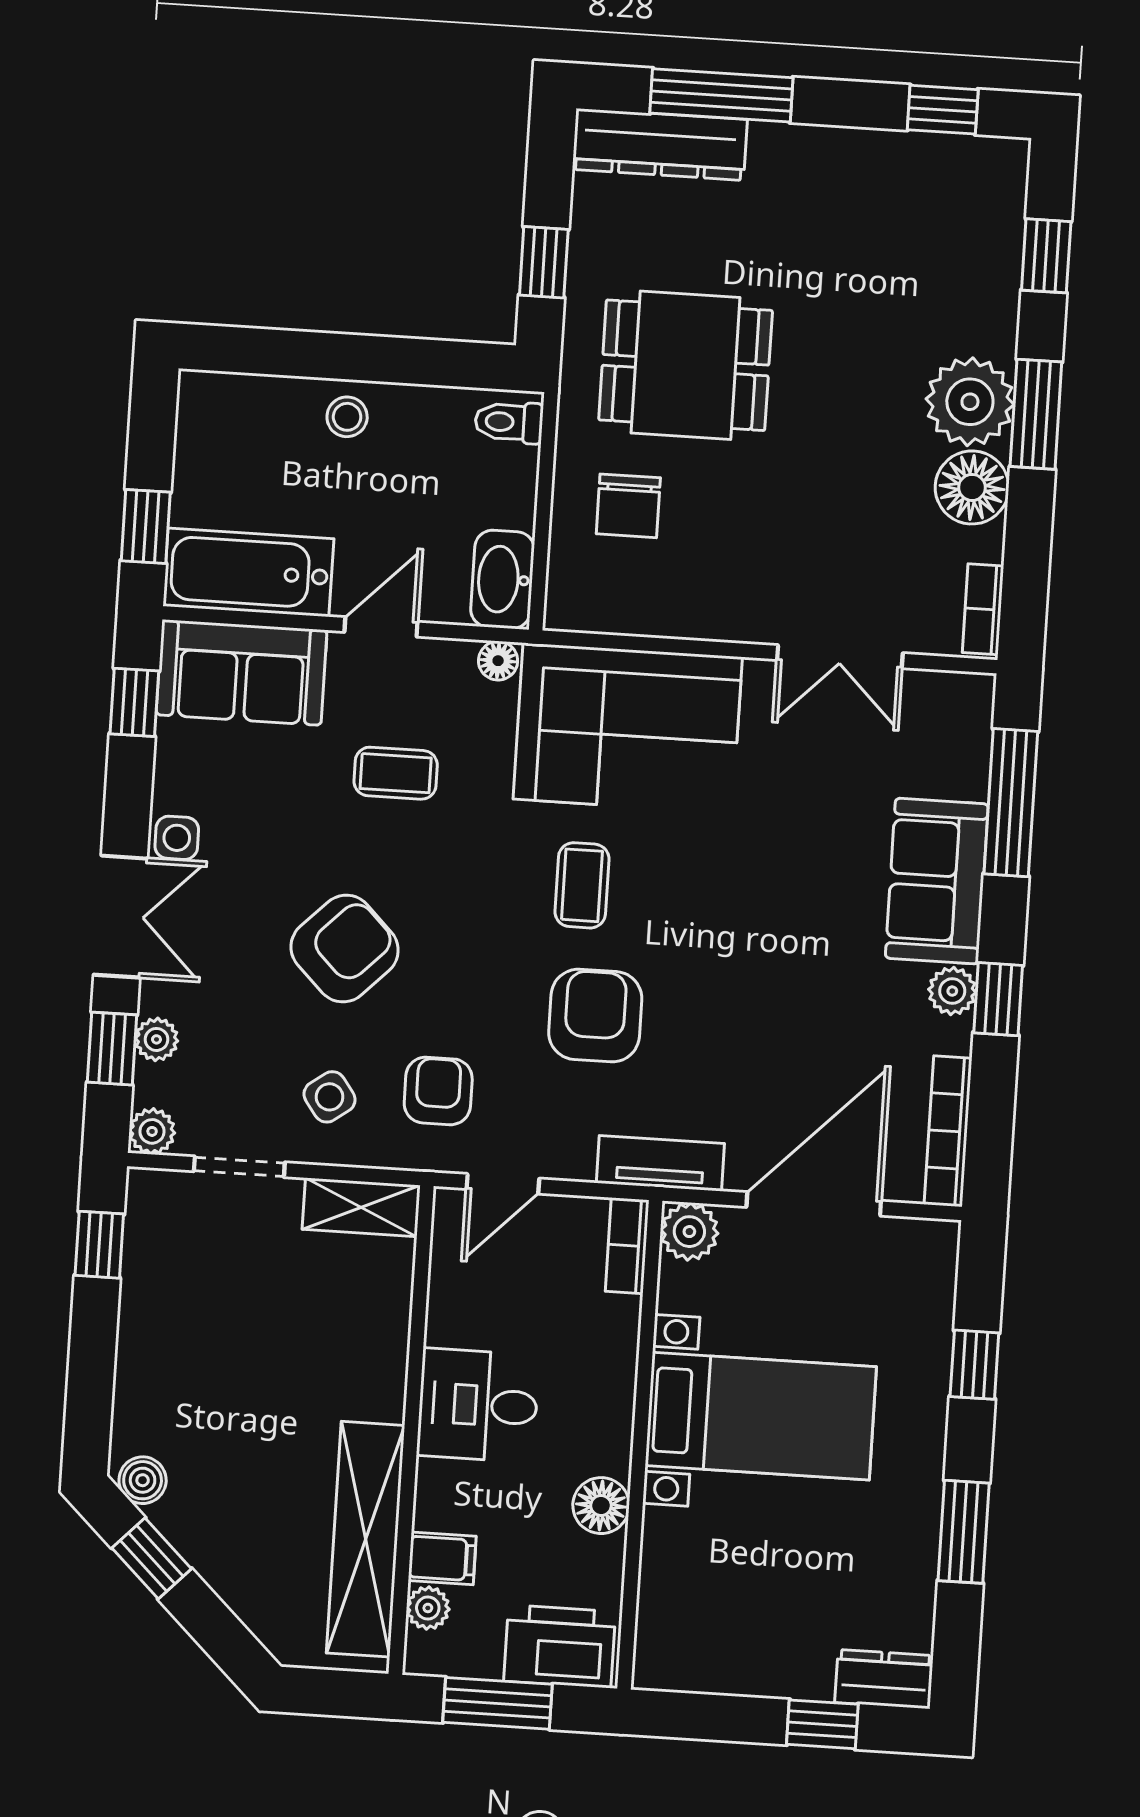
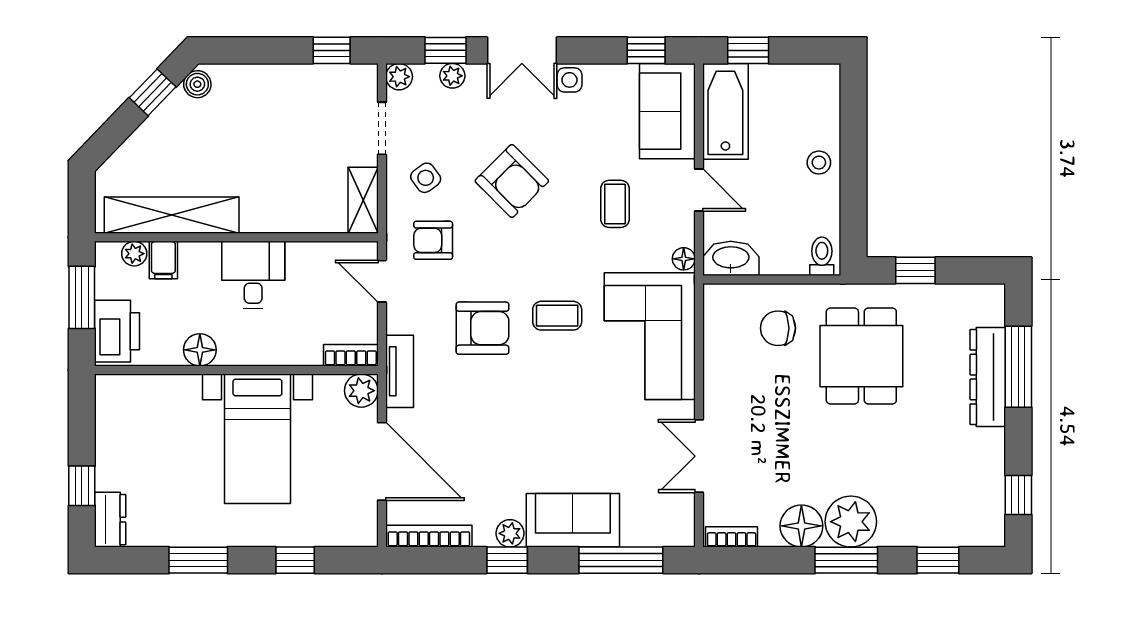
dresser: (660, 145) -> (988, 377), moved
armchair: (438, 1091) -> (433, 240), turned 180

